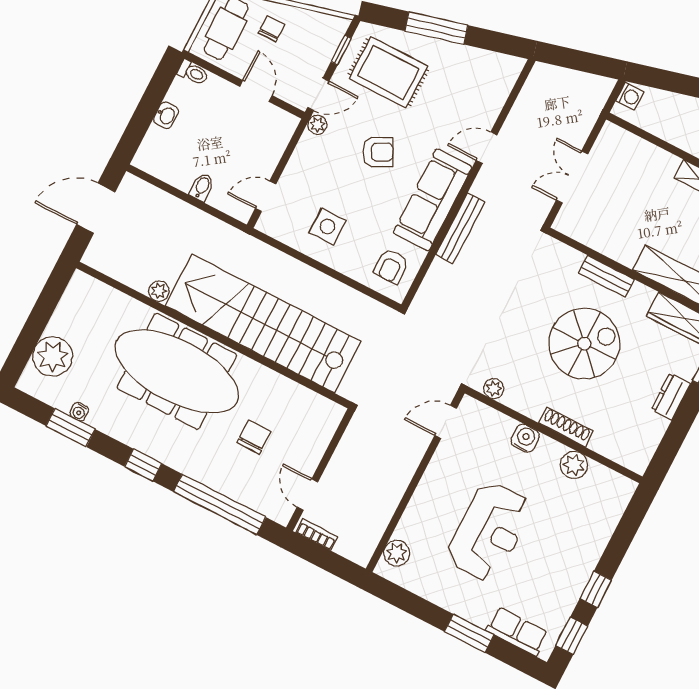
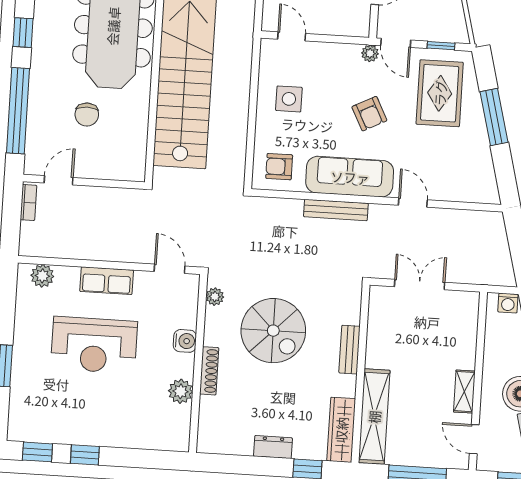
spiral stairs: (584, 344) -> (273, 331), moved
chair: (254, 437) -> (87, 115), turned 90
row of seats: (517, 631) -> (107, 281), moved, turned 90

